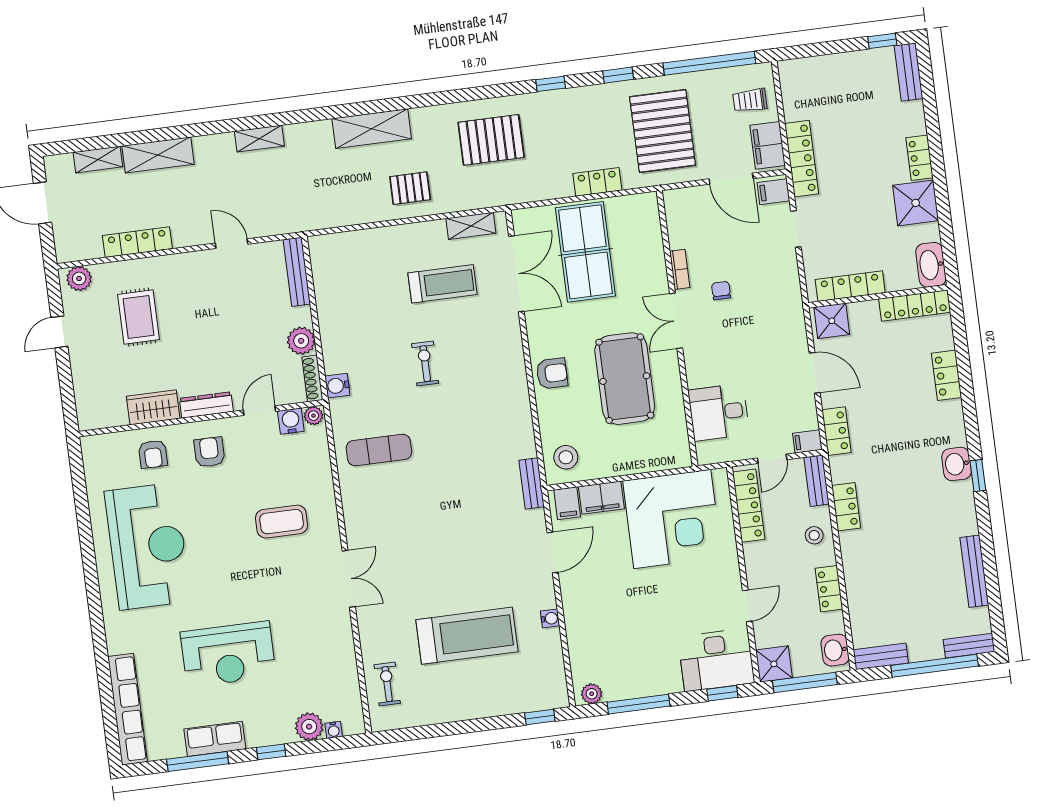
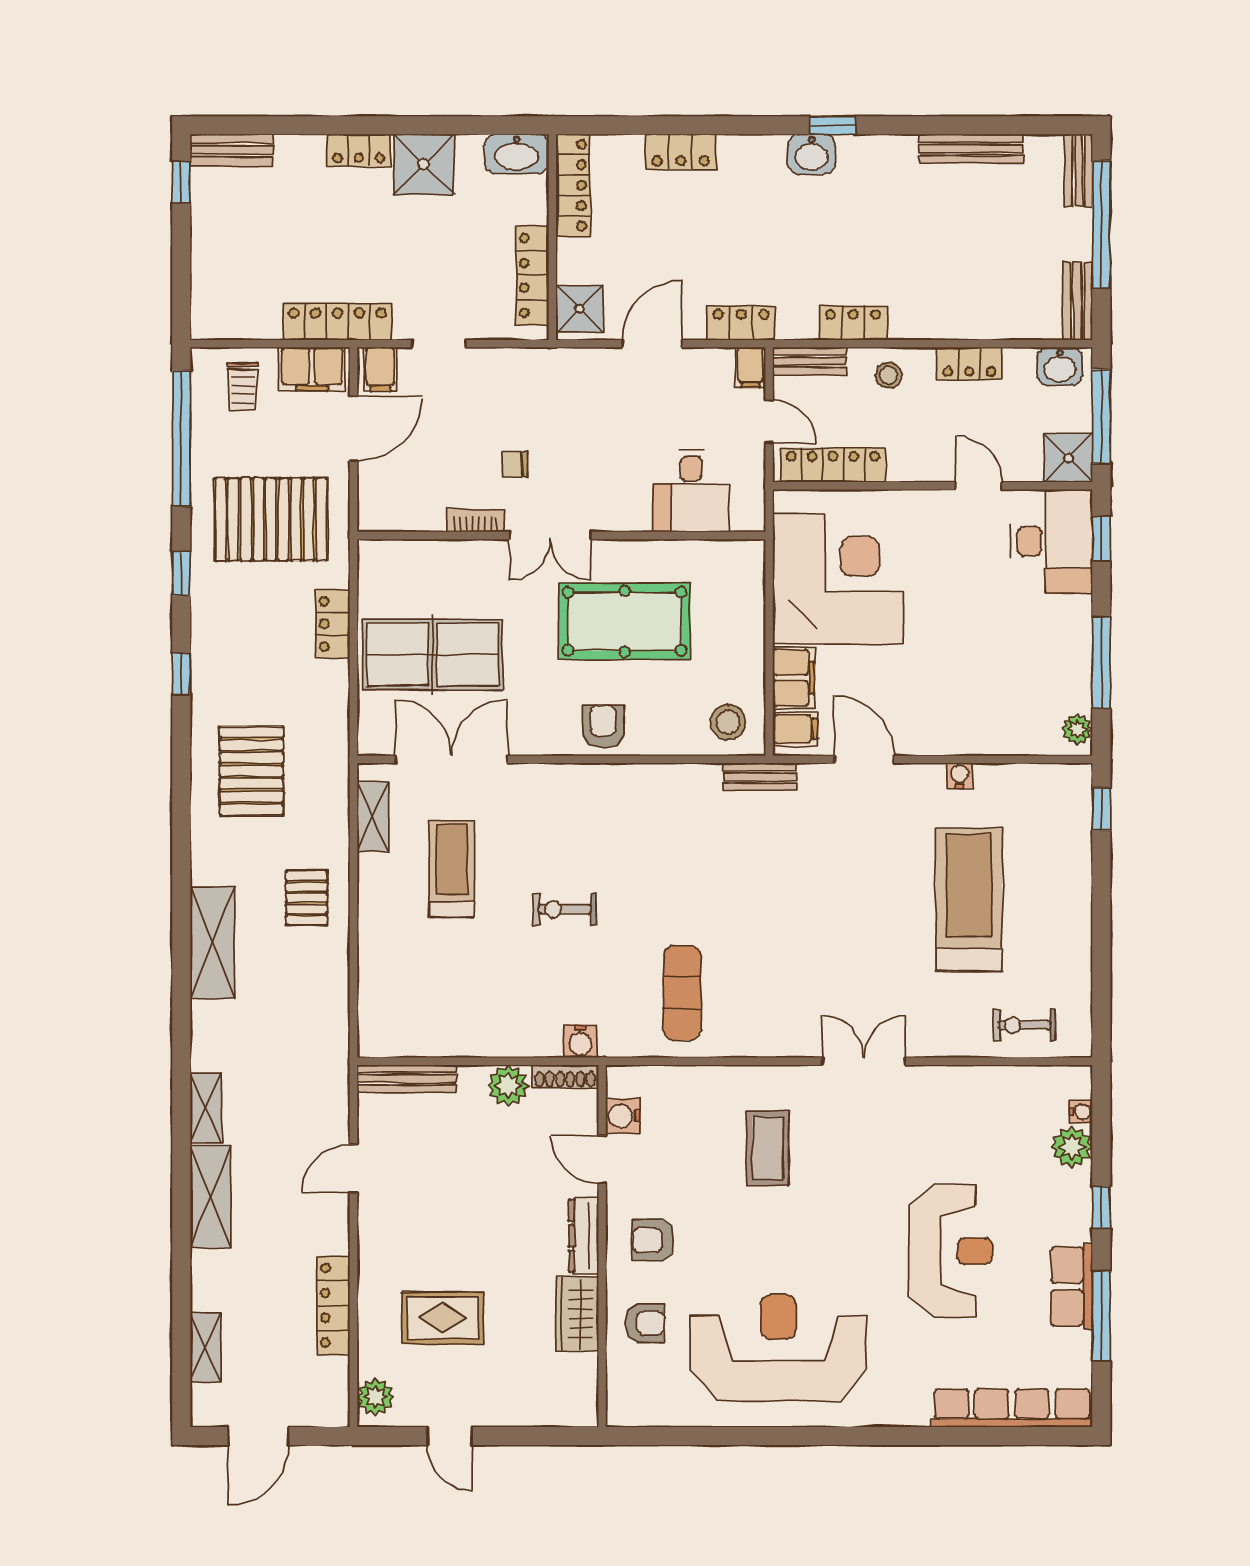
shelving: (158, 155) -> (210, 1197), moved
plant: (313, 416) -> (620, 1082), removed

